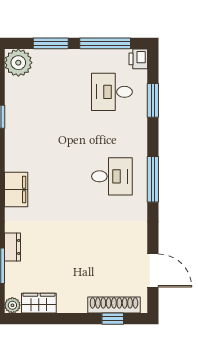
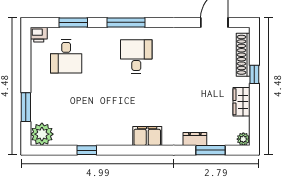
window: (105, 43) -> (26, 62), removed
window: (153, 179) -> (126, 22), moved
wardrobe: (39, 303) -> (242, 102), moved
window: (113, 319) -> (254, 74), moved

